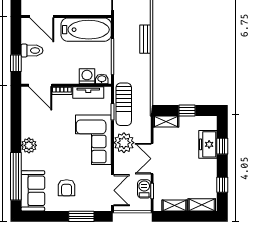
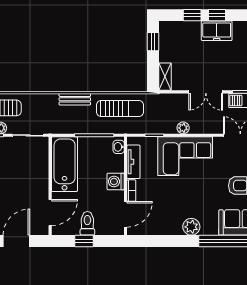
window: (16, 63) -> (84, 241), moved
washing machine: (87, 76) -> (116, 181), moved
sun lounger: (124, 104) -> (120, 109), moved
window: (187, 110) -> (153, 42), moved
plant: (124, 143) -> (183, 128), width x0.53, depth x0.53
freezer: (208, 144) -> (217, 31), moved
window: (222, 185) -> (217, 15), moved

